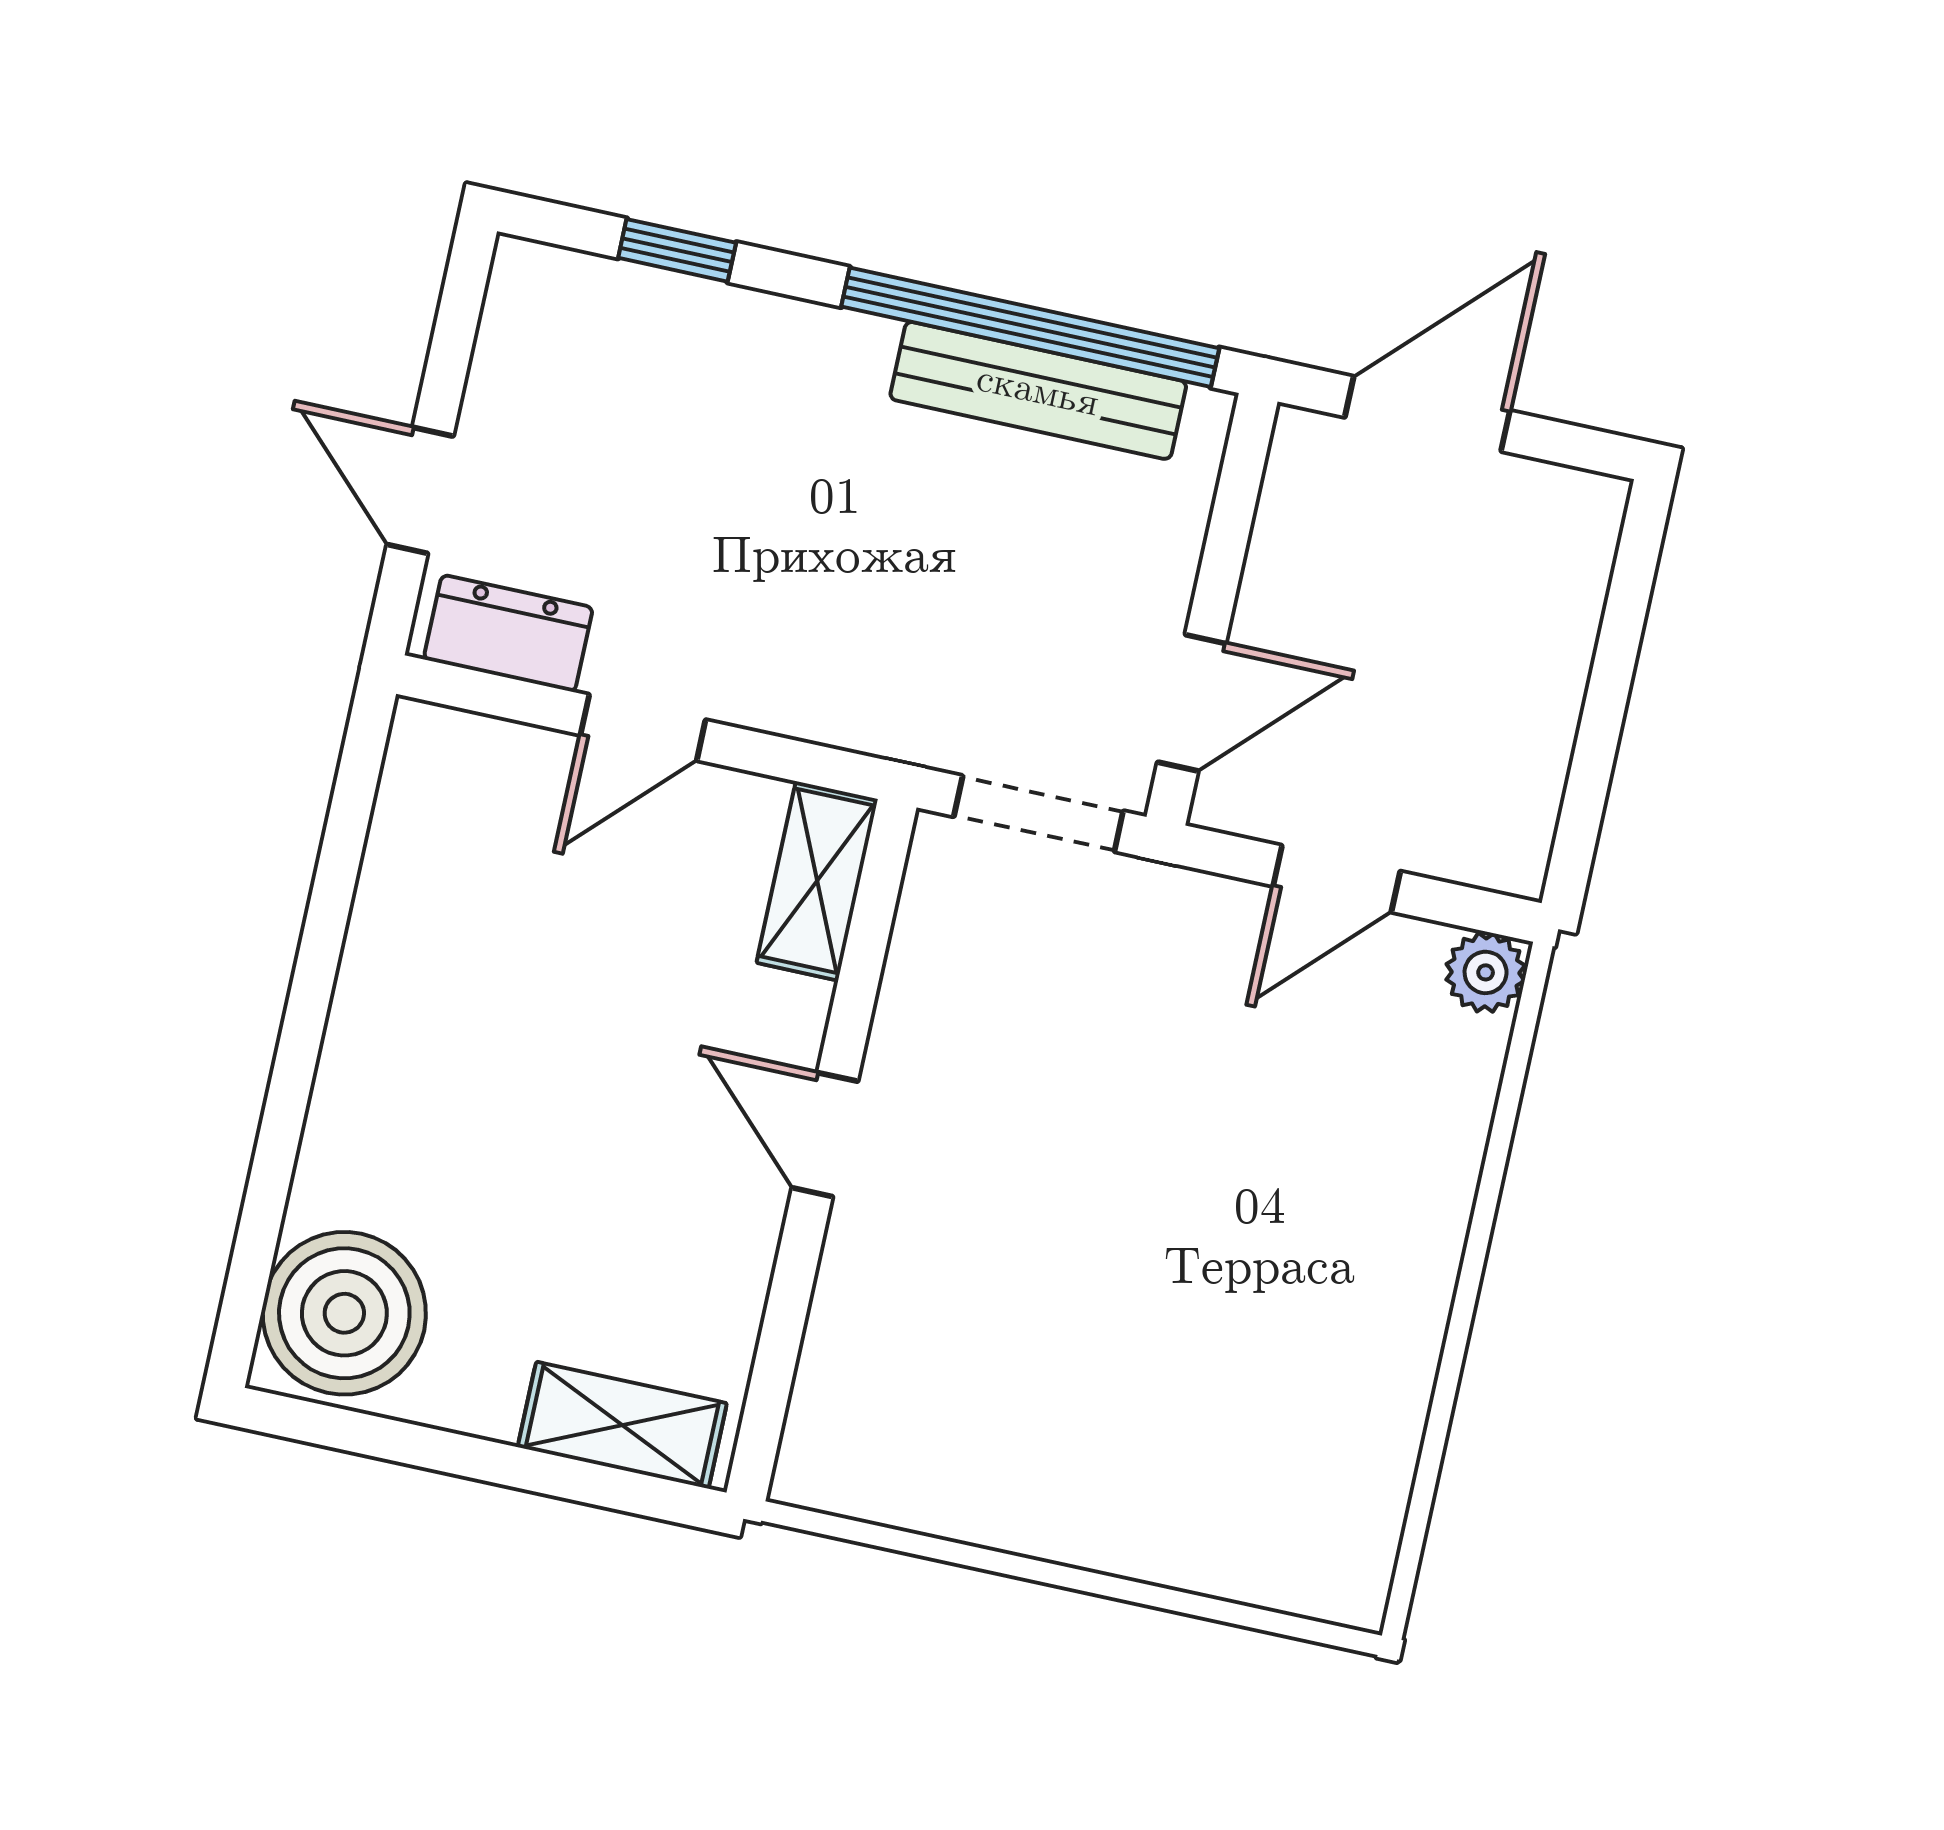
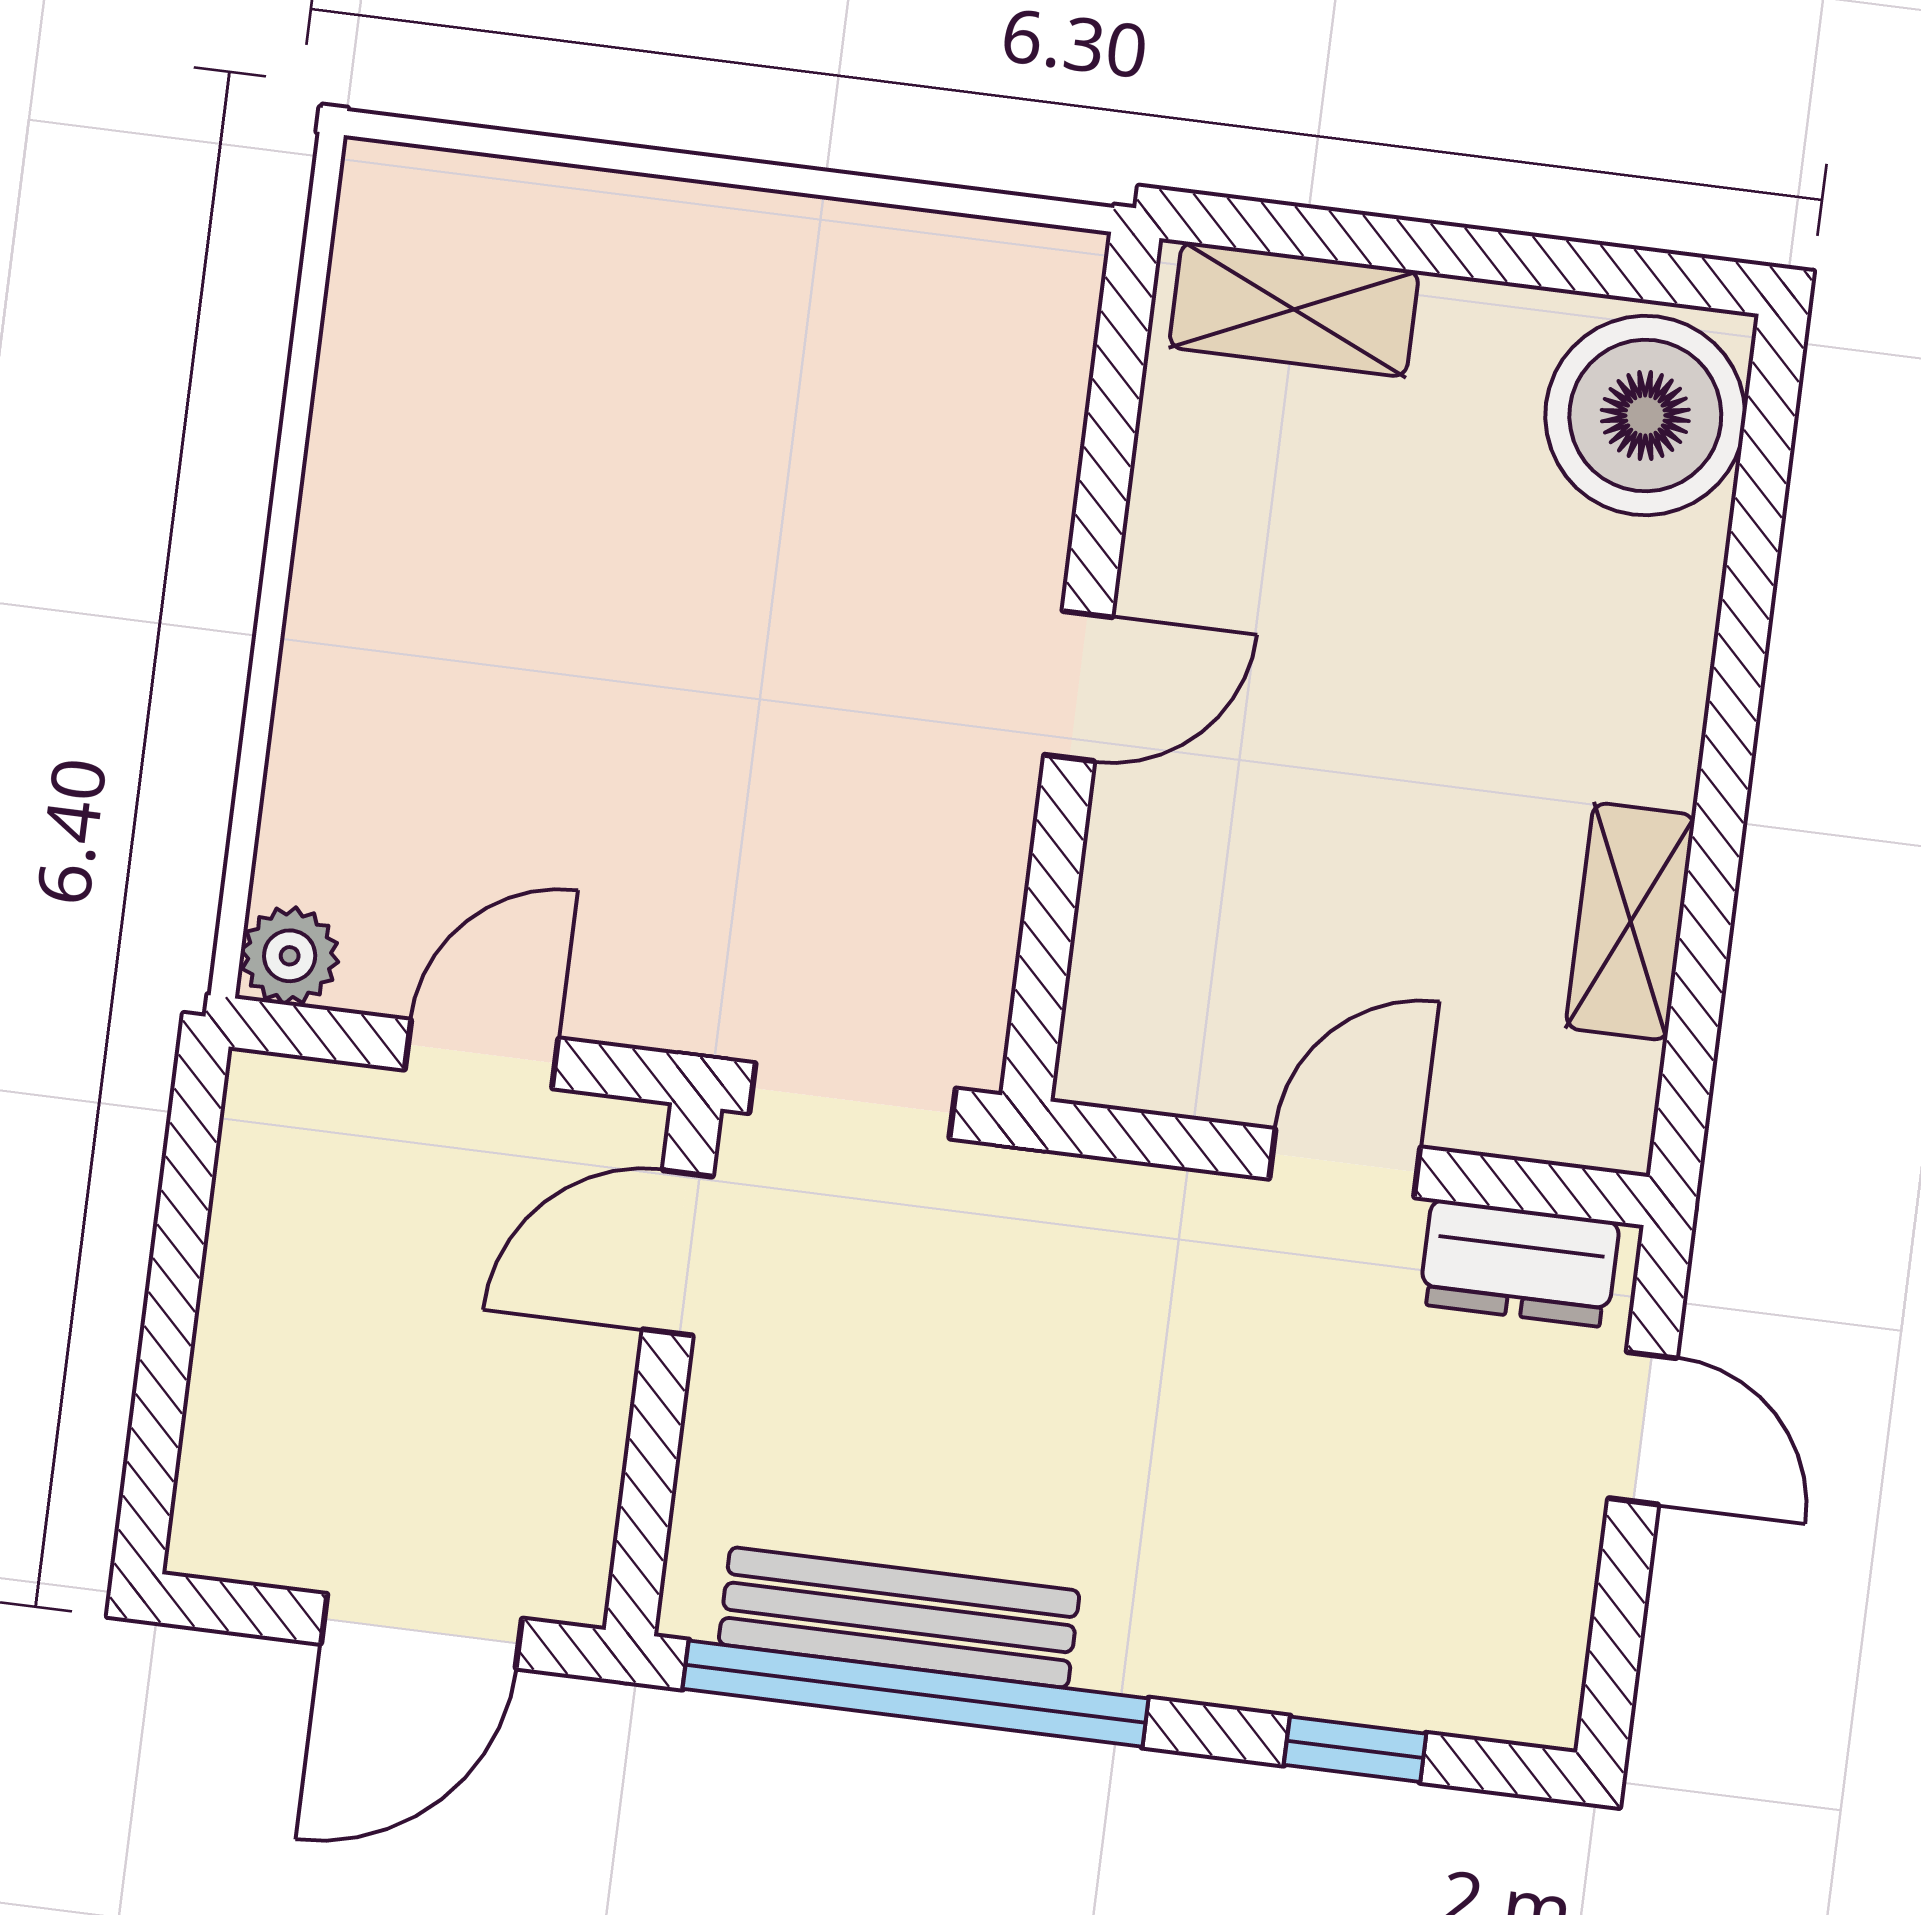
shelving: (817, 881) -> (1630, 922), moved
door: (825, 1135) -> (1078, 686), hinge flipped

